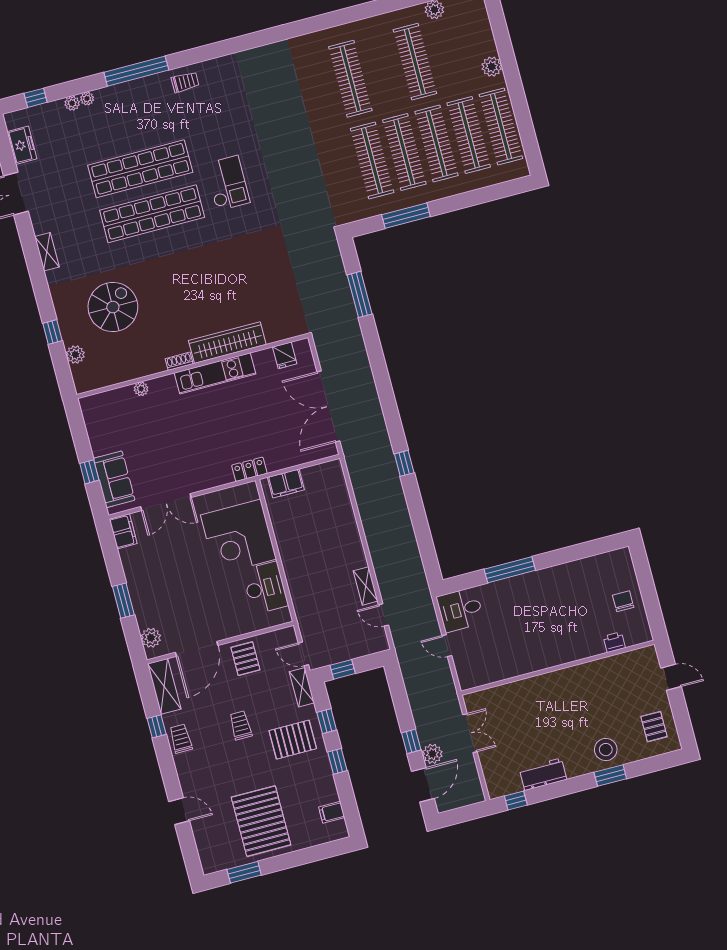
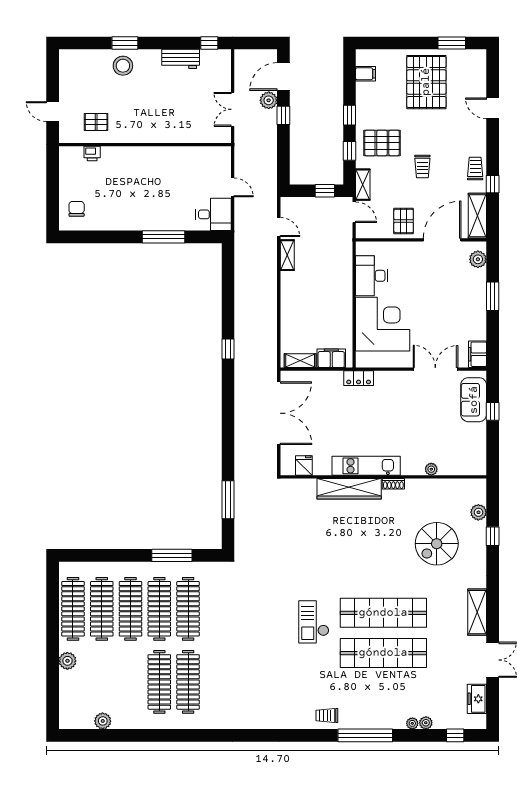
clothes rail: (415, 62) -> (159, 682), moved
shelving: (47, 252) -> (477, 612), width x1.50, depth x1.33
shelving: (320, 472) -> (300, 361), added
chair: (623, 601) -> (77, 209), moved, turned 180
pallet: (654, 727) -> (96, 122), moved, turned 90
trolley: (181, 739) -> (475, 168), turned 180

